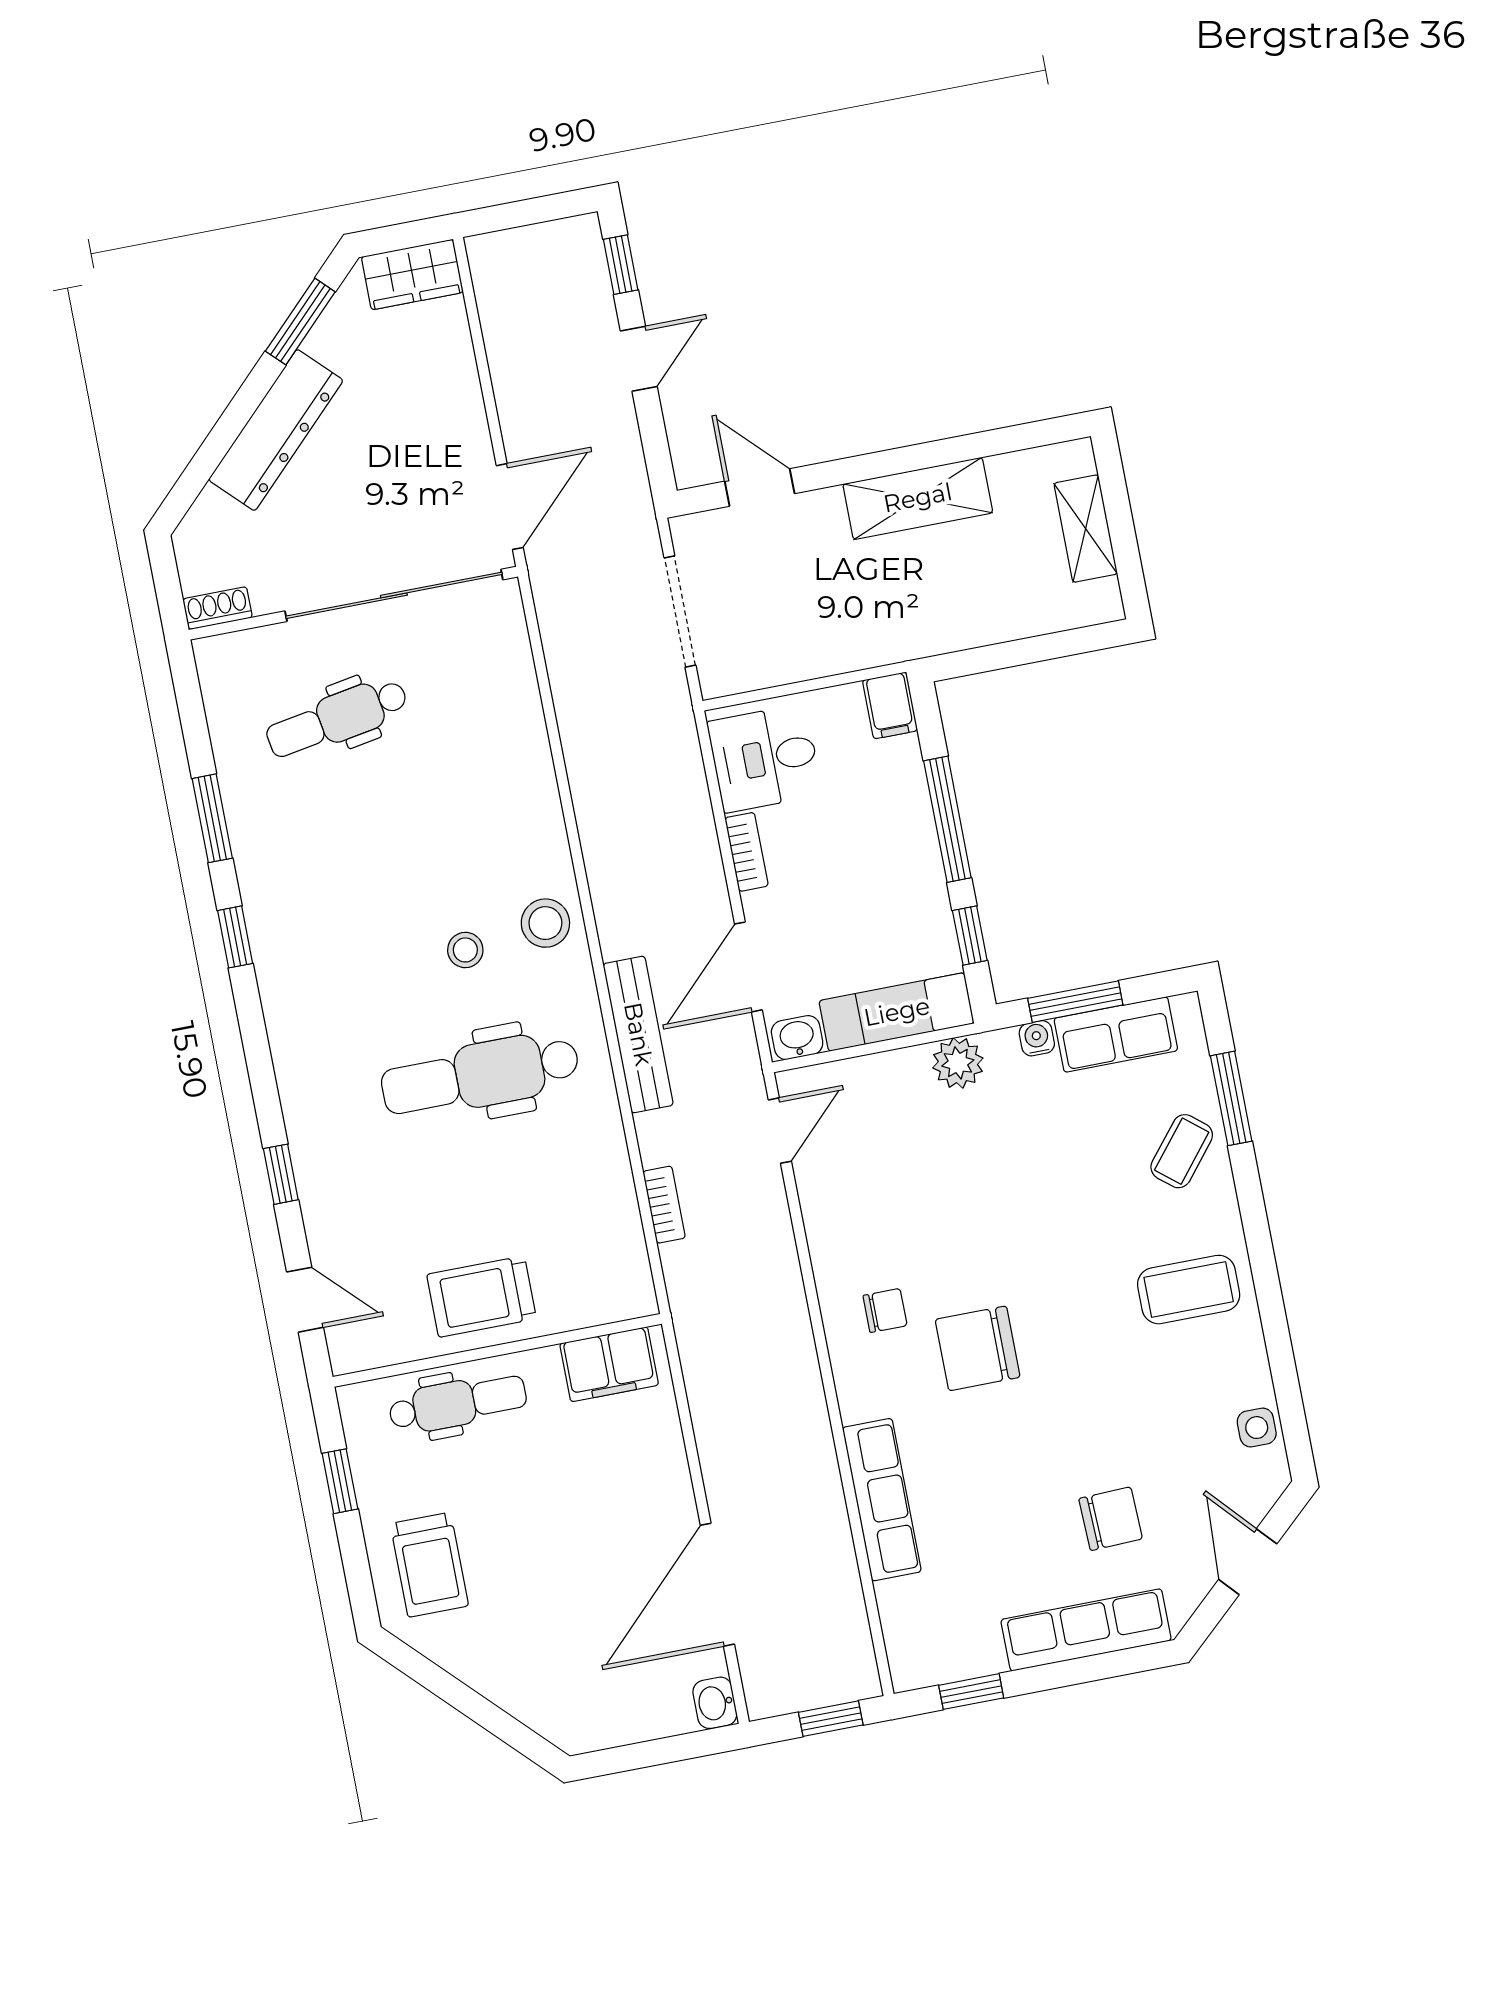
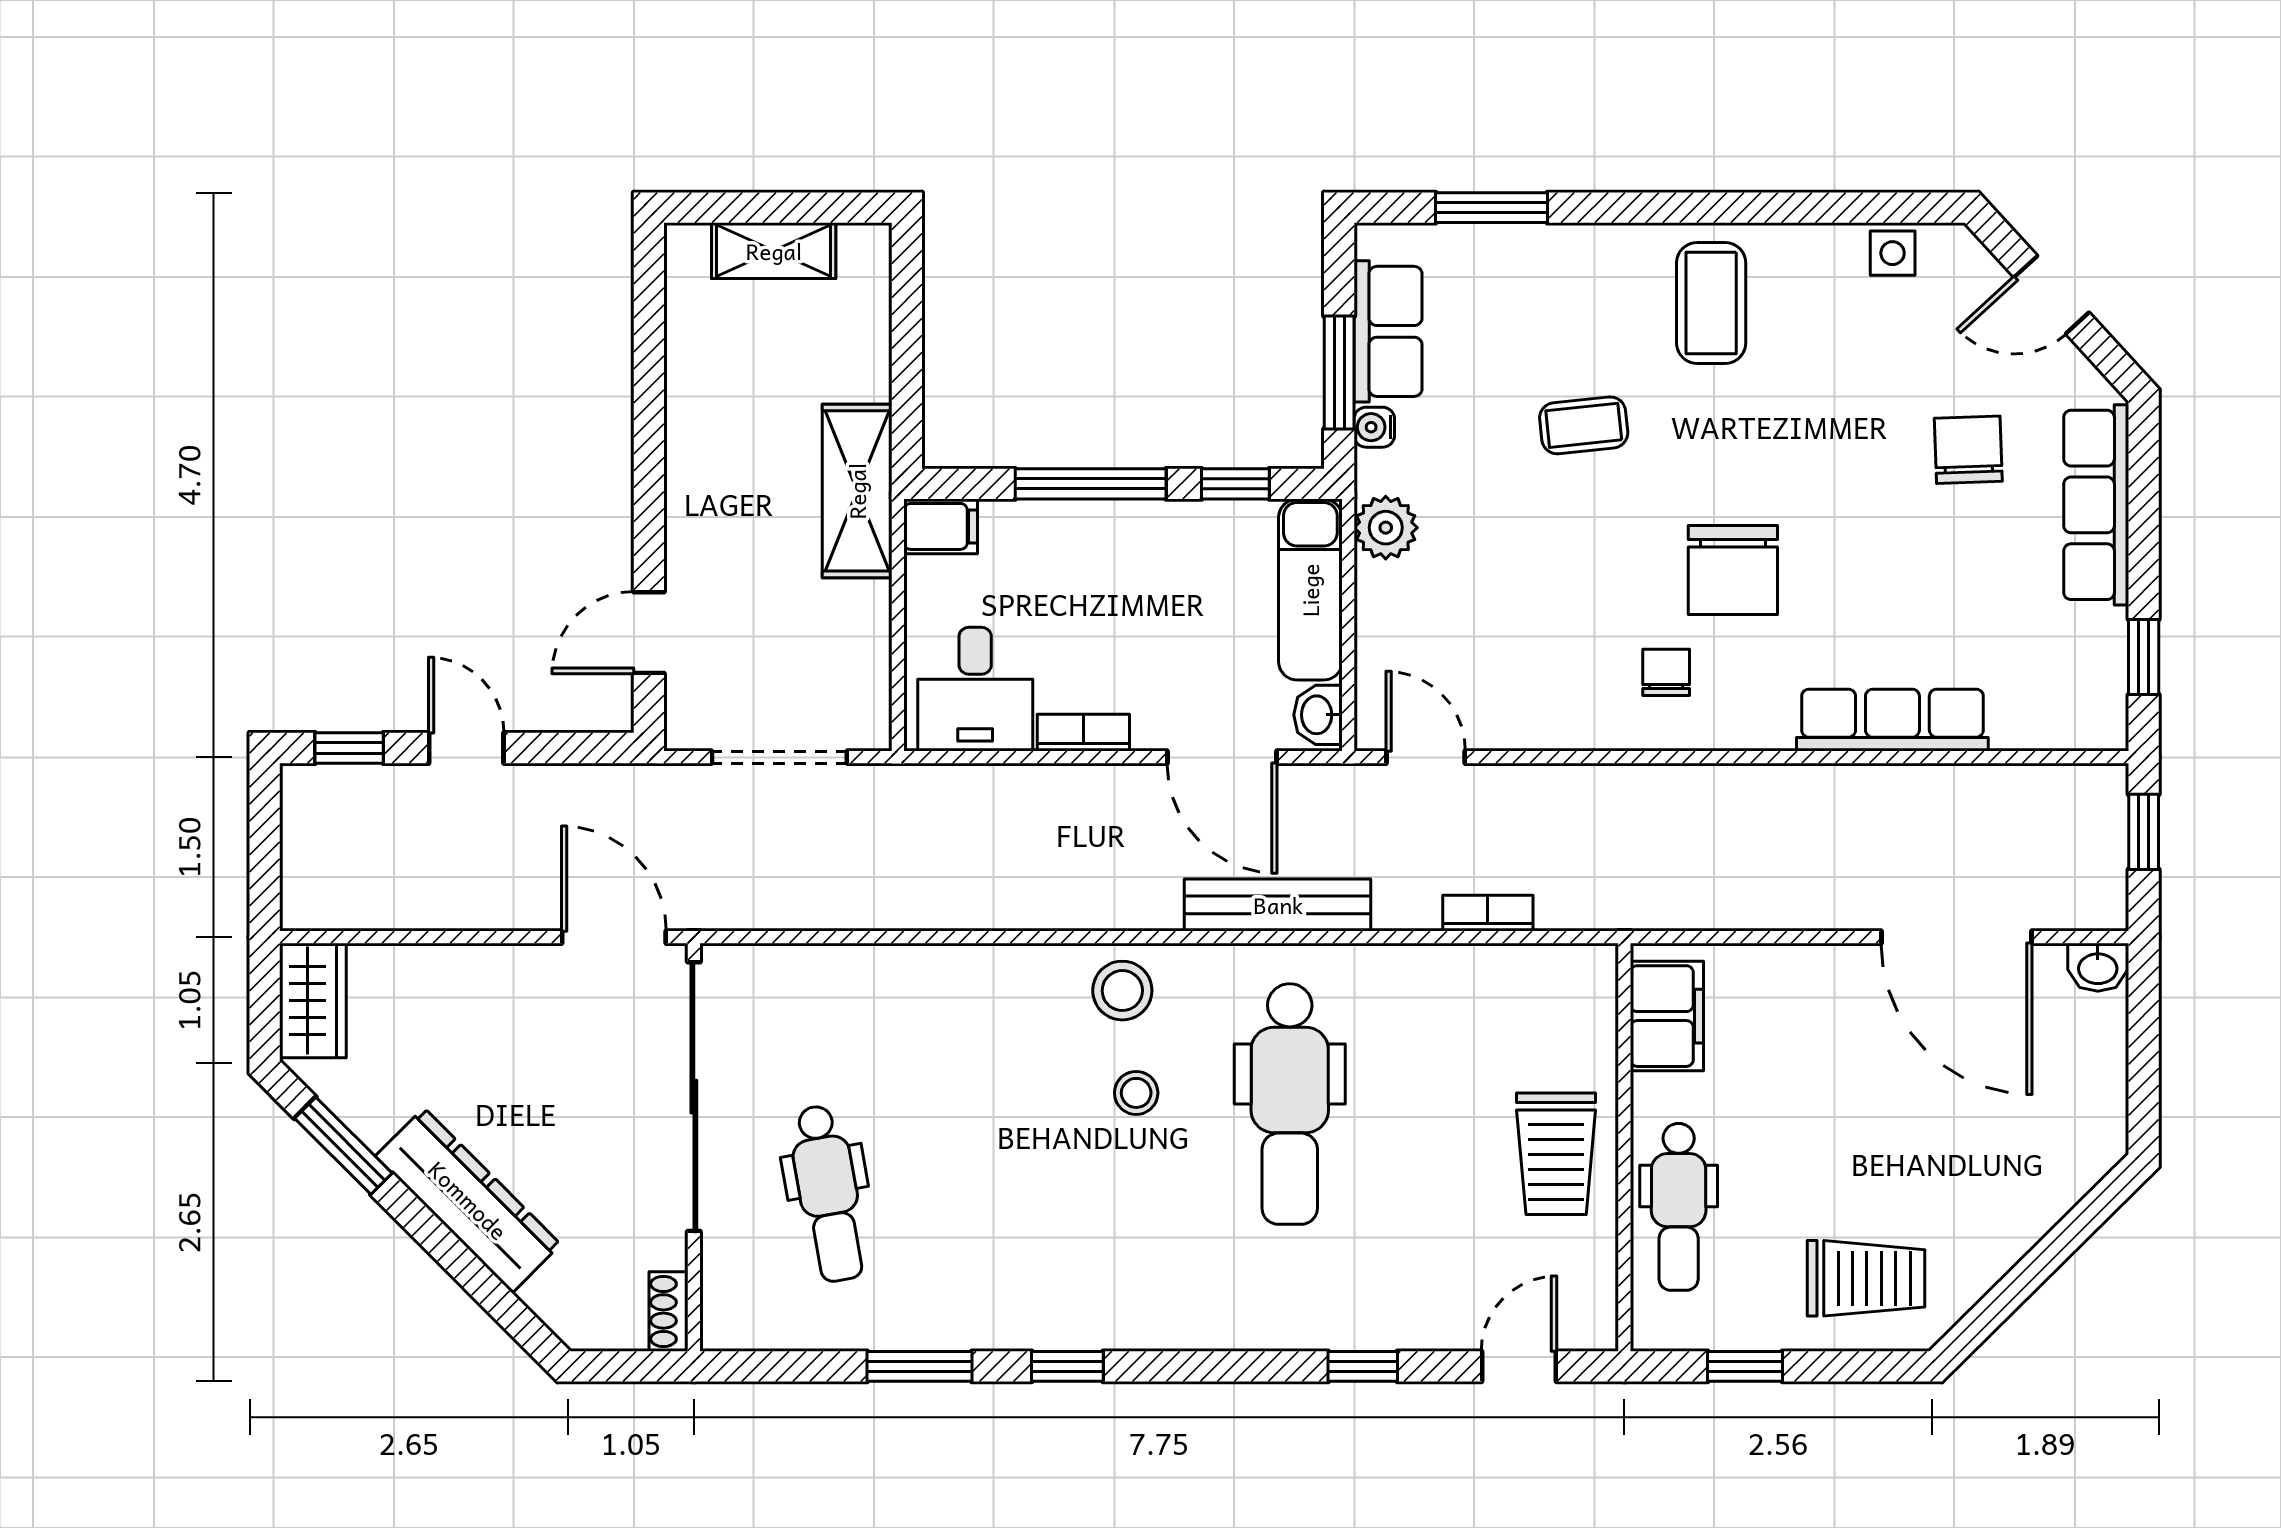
shelving: (918, 498) -> (857, 491), moved
coffee table: (1182, 1151) -> (1584, 425), moved, turned -45
dental chair: (458, 1403) -> (1679, 1207), turned 180

